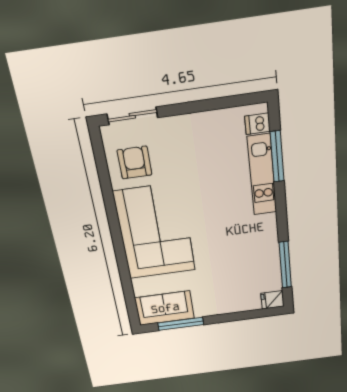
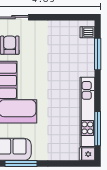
kitchen unit: (262, 175) -> (87, 112), moved, width x1.36

